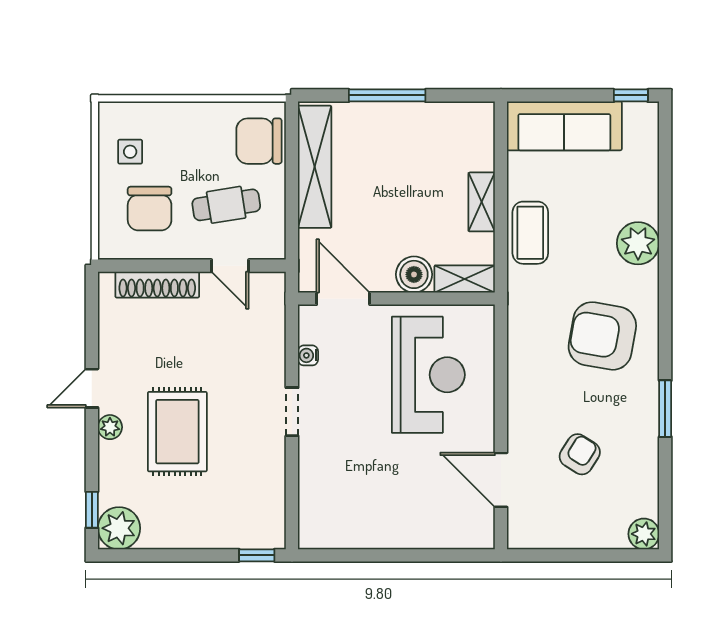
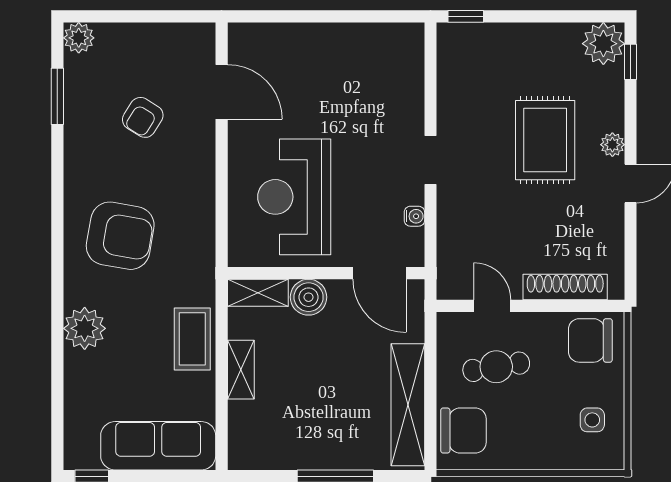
chair: (150, 209) -> (590, 340), moved, turned -90
window: (665, 409) -> (57, 96), moved

